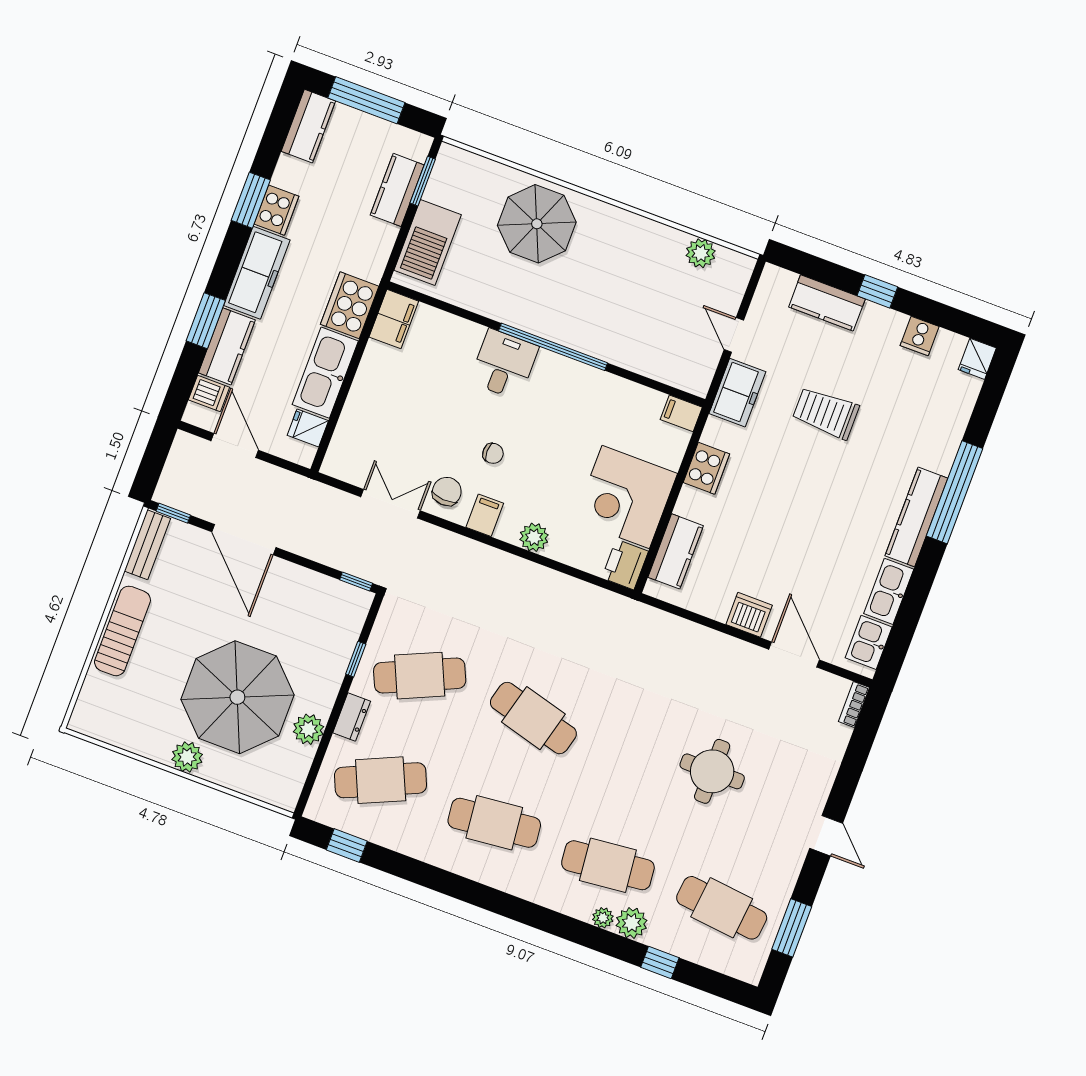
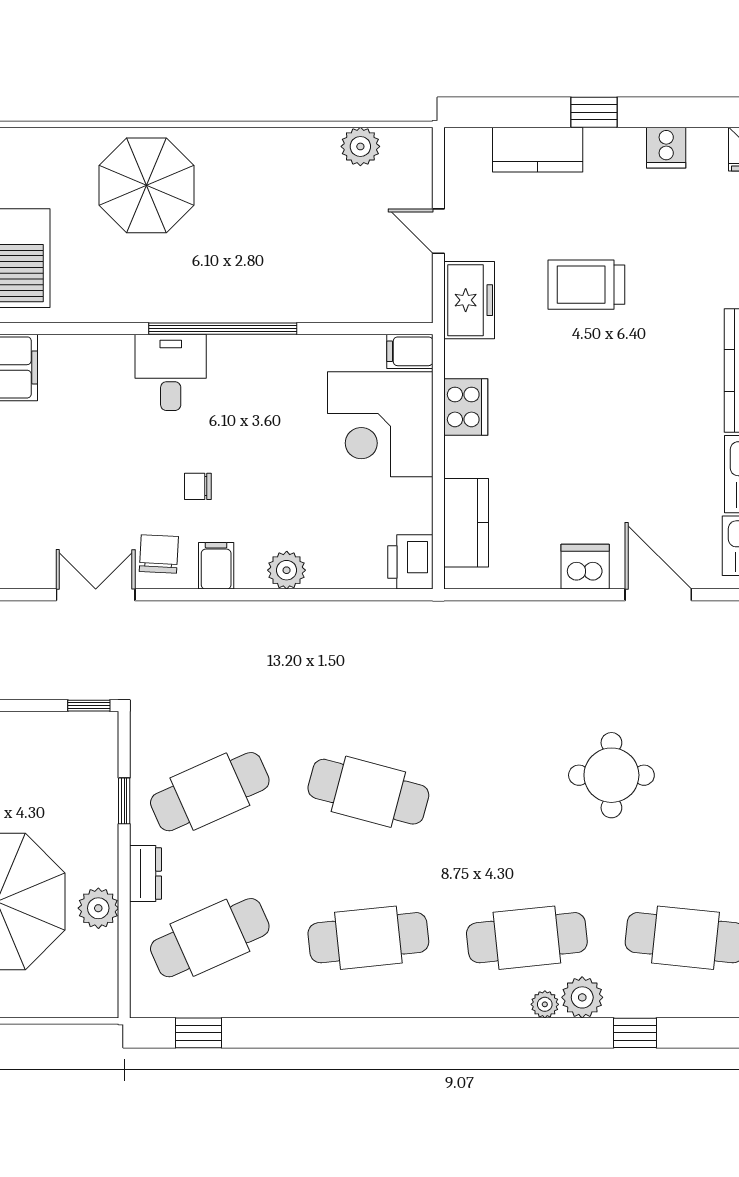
chair: (493, 453) -> (198, 486), turned 180
corner desk: (626, 497) -> (380, 424), moved

